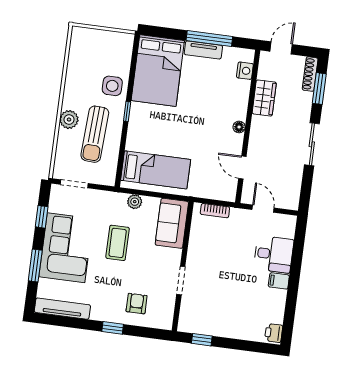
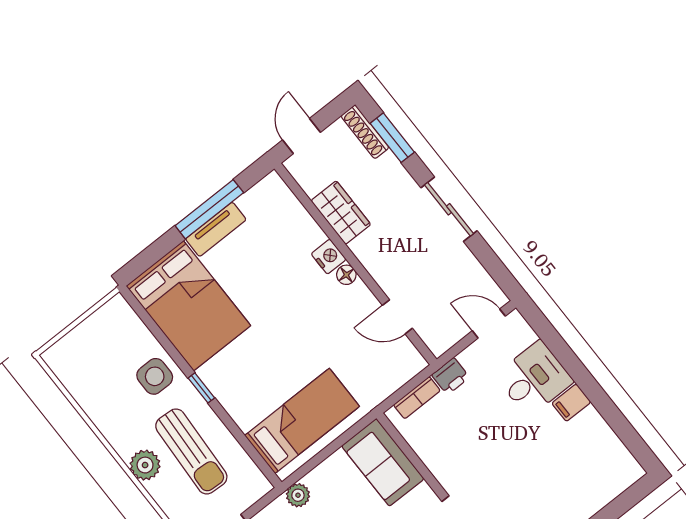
nightstand: (245, 71) -> (329, 257), moved
plant: (135, 202) -> (298, 495), moved
door: (263, 209) -> (489, 323), moved
printer: (274, 333) -> (450, 376), moved, turned -90

